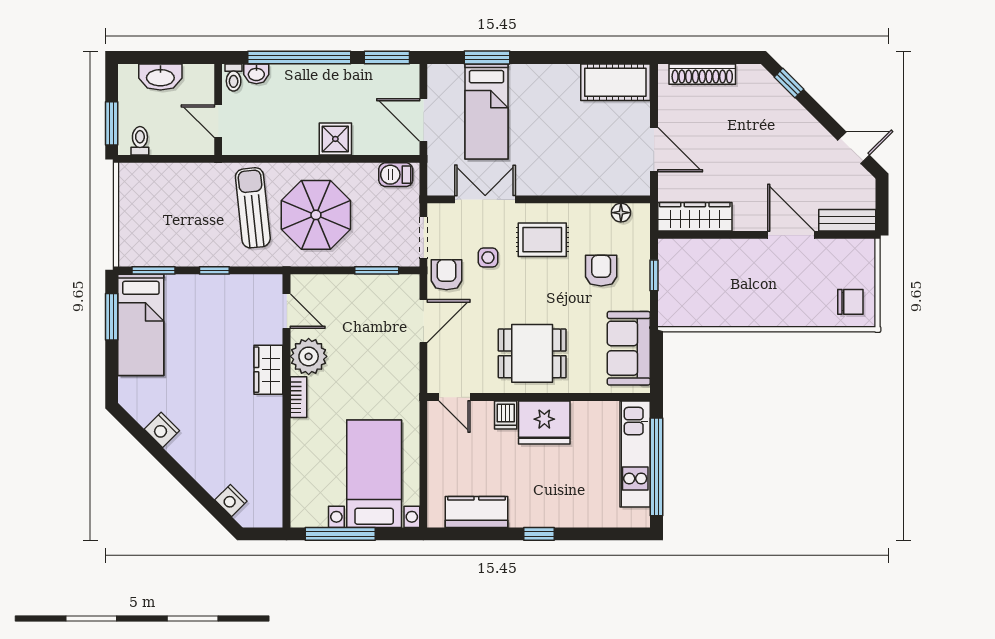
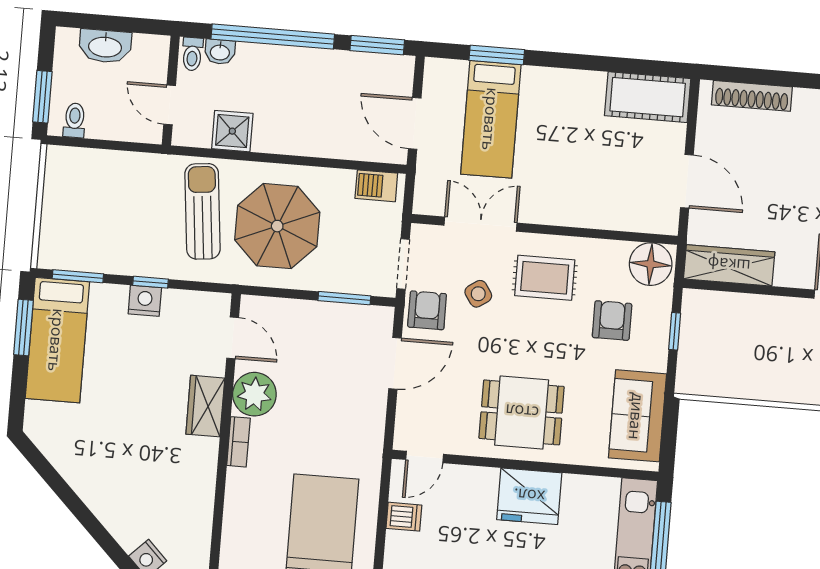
shower: (335, 139) -> (232, 131), moved
floor lamp: (621, 213) -> (651, 264), width x1.89, depth x1.89
side table: (488, 258) -> (478, 294), turned -34
door: (454, 397) -> (425, 457), hinge flipped
dishwasher: (506, 415) -> (404, 517), moved, turned -90
nightstand: (162, 430) -> (145, 301), moved, turned 135

